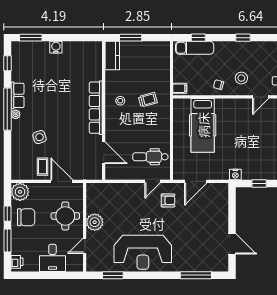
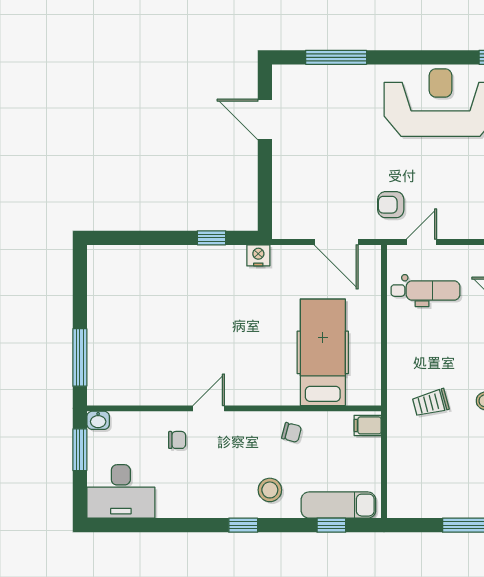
stool: (241, 78) -> (270, 490), moved
door: (196, 181) -> (336, 242), swing flipped

